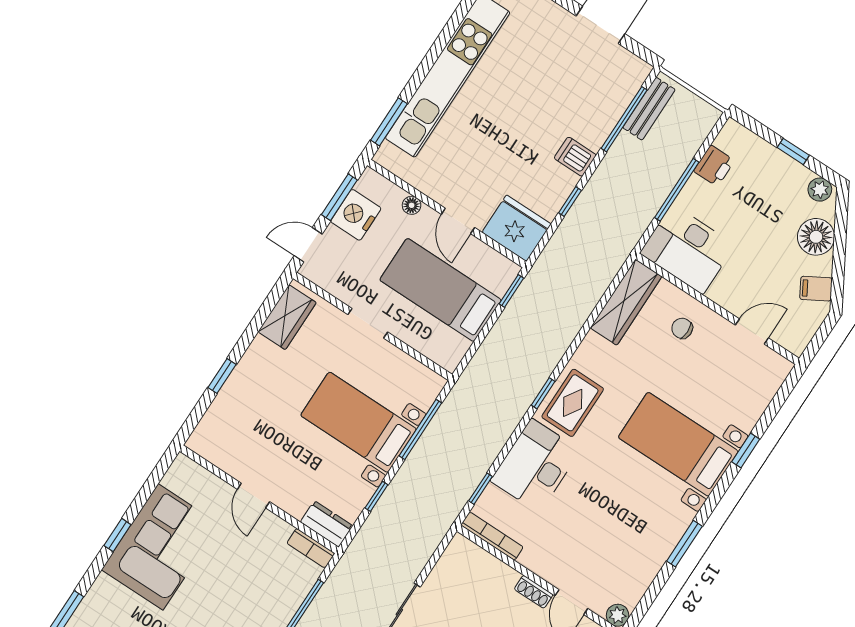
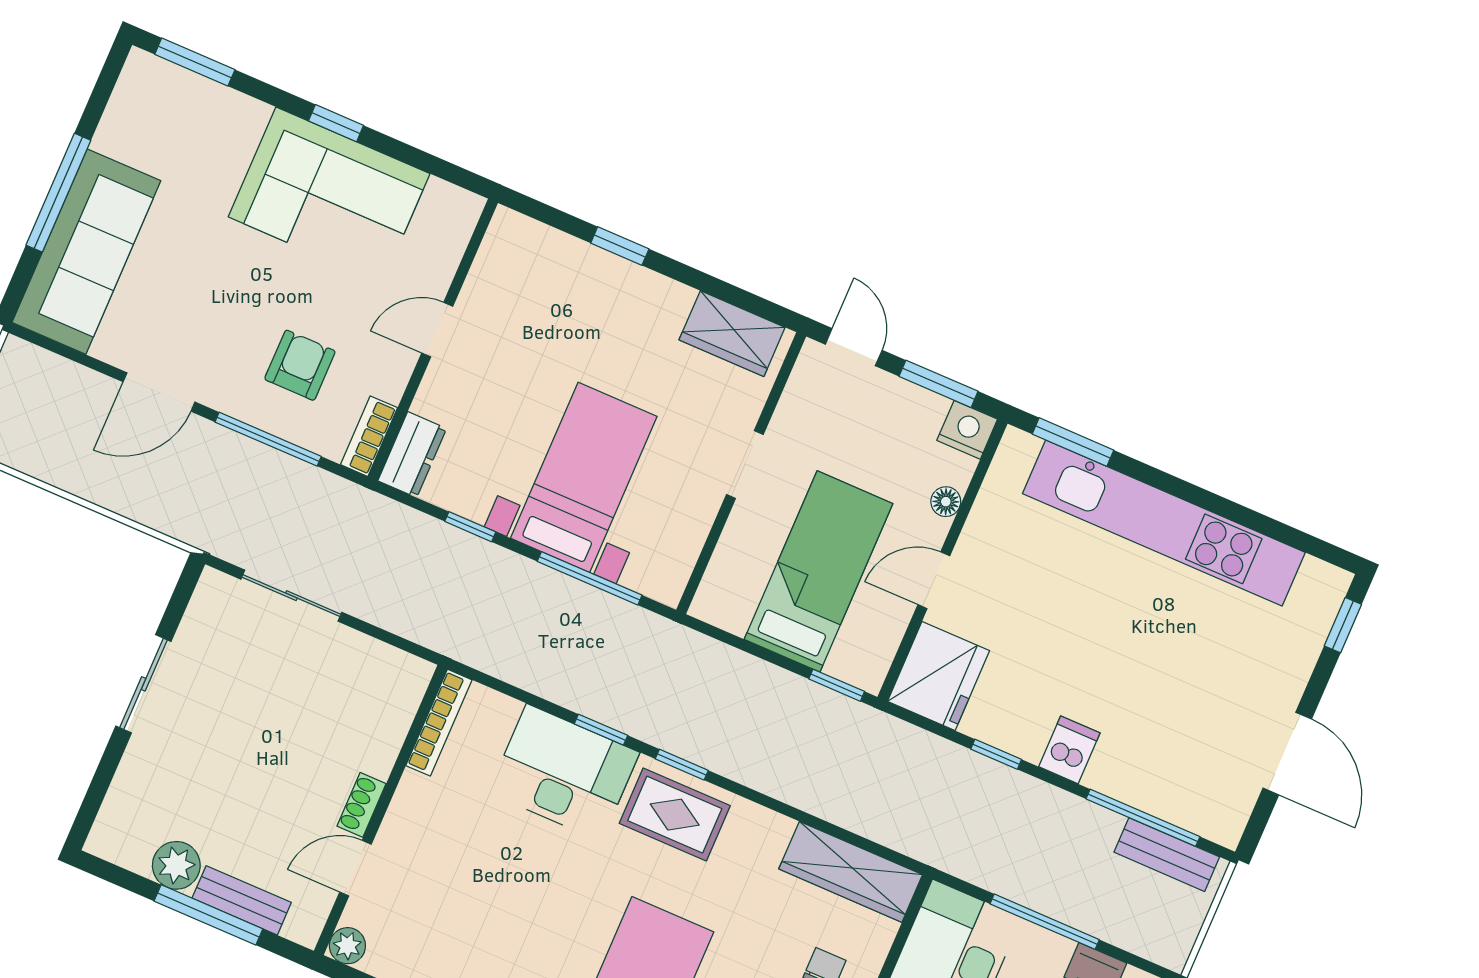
nightstand: (356, 215) -> (967, 430), moved, width x0.74, depth x0.75
window: (480, 489) -> (601, 730), moved
armchair: (260, 583) -> (300, 365), added

